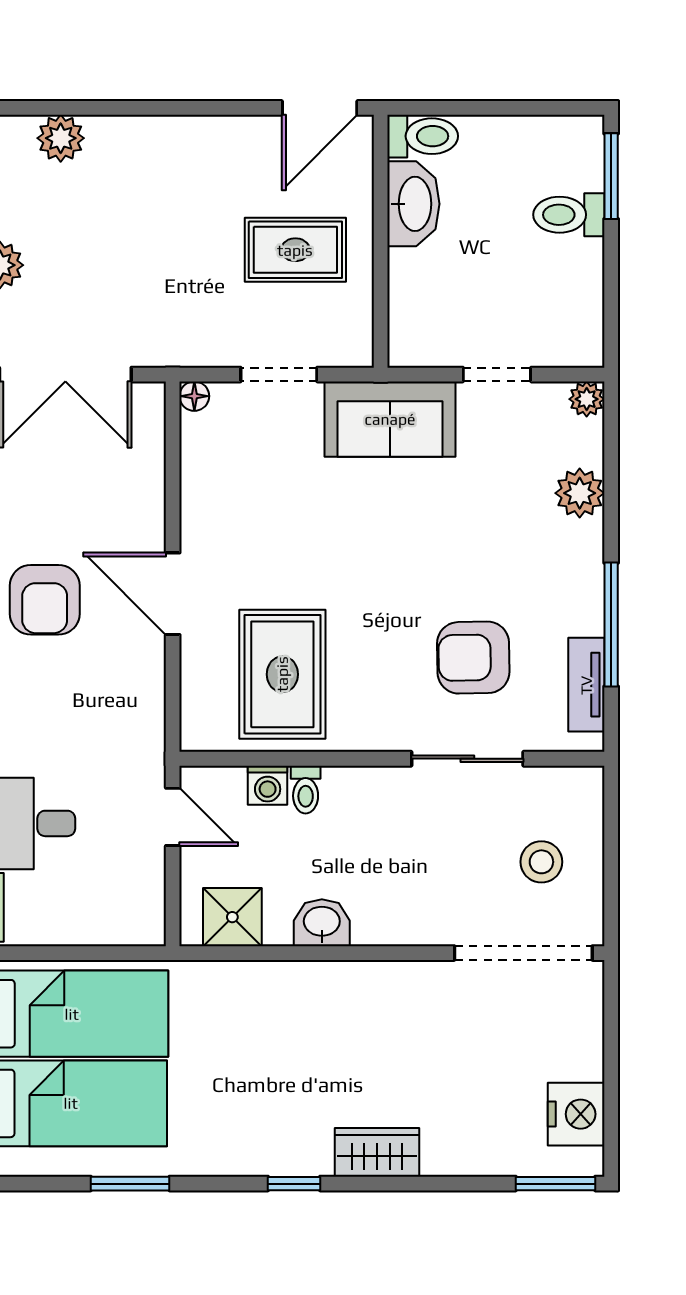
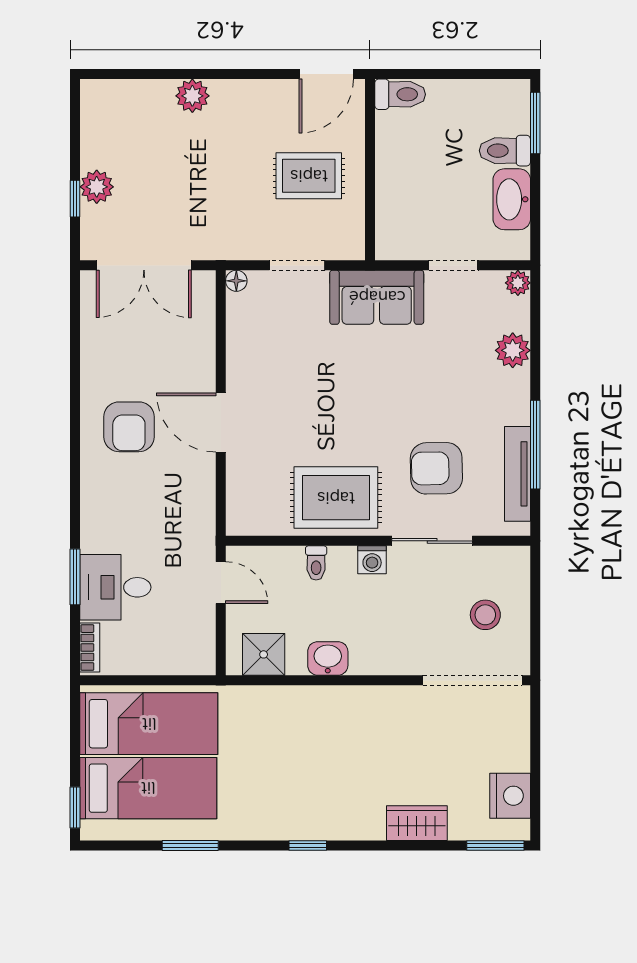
plant: (61, 138) -> (192, 96), moved
washbasin: (413, 204) -> (512, 199), moved, turned 180
rug: (282, 674) -> (336, 498), moved, turned 90
tv unit: (586, 685) -> (518, 474), width x1.41
washing machine: (268, 785) -> (372, 560), moved
wardrobe: (377, 1152) -> (417, 823), moved

